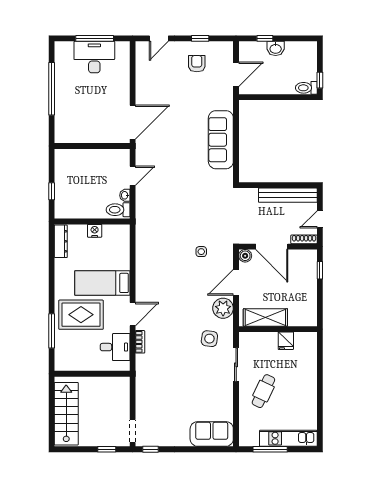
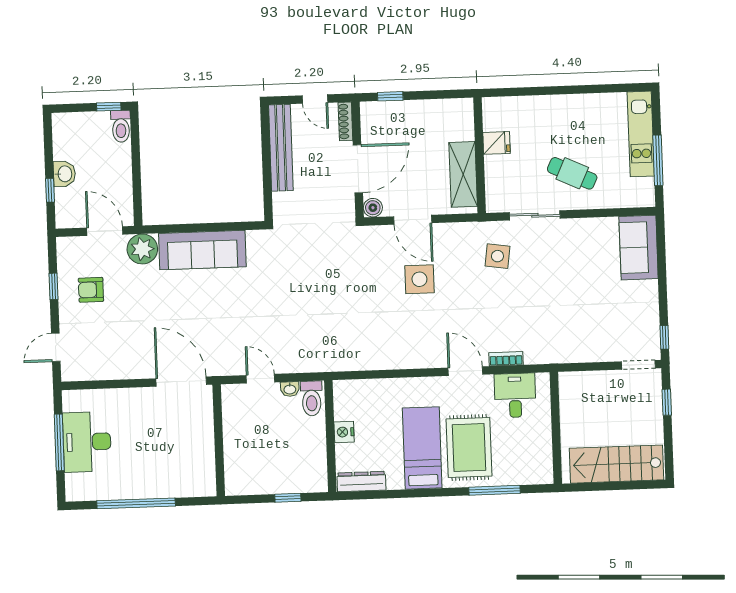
door: (159, 38) -> (56, 347), swing flipped
side table: (201, 252) -> (419, 279), moved, width x1.87, depth x1.87
bed: (102, 283) -> (422, 448), moved, turned 180
plant: (223, 308) -> (142, 249), moved

